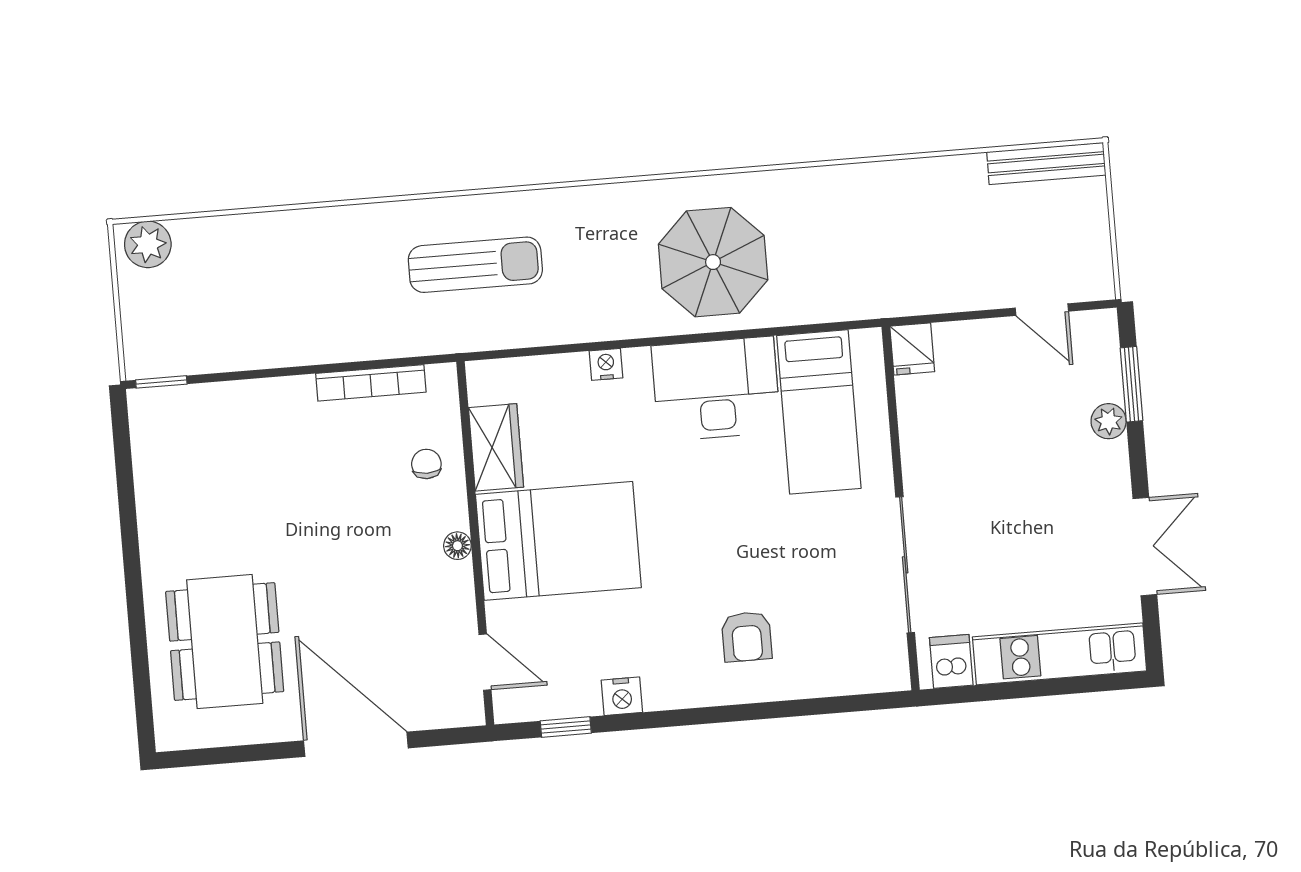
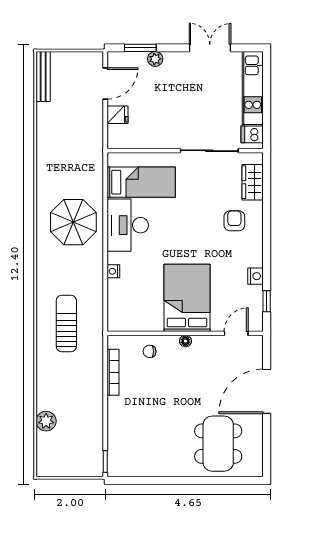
plant: (148, 244) -> (46, 421), moved
door: (1042, 310) -> (105, 83), width x1.38
fridge: (912, 349) -> (118, 115), moved
wardrobe: (496, 447) -> (253, 182), moved, turned -90
armchair: (747, 637) -> (234, 221), turned -90
dining table: (225, 642) -> (218, 444), turned 90

